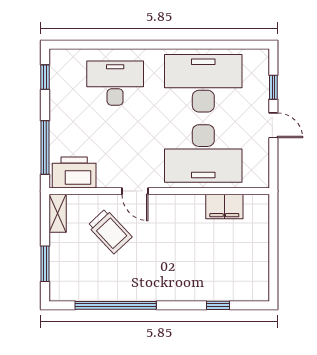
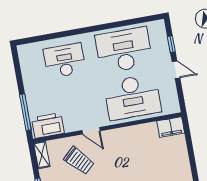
window: (45, 77) -> (17, 65), removed
filing cabinet: (224, 207) -> (171, 127), moved

